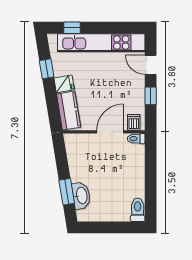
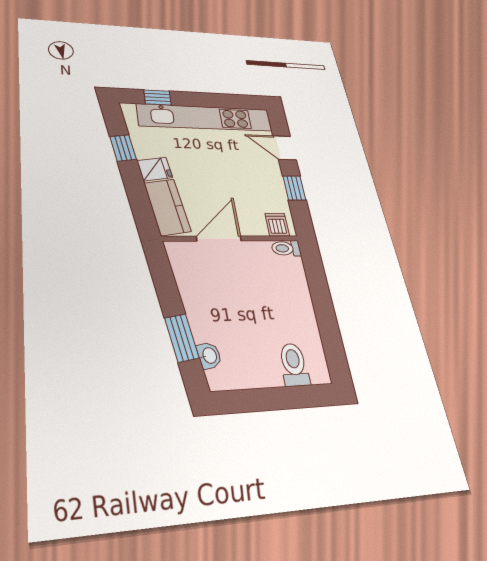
door: (110, 132) -> (219, 239), moved
washbasin: (81, 196) -> (209, 356), width x0.52, depth x0.69
toilet: (138, 210) -> (294, 365), moved

